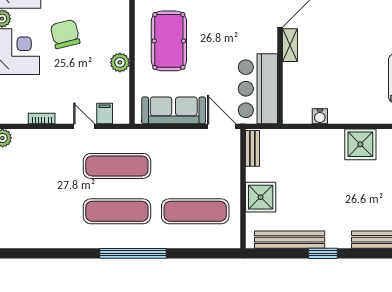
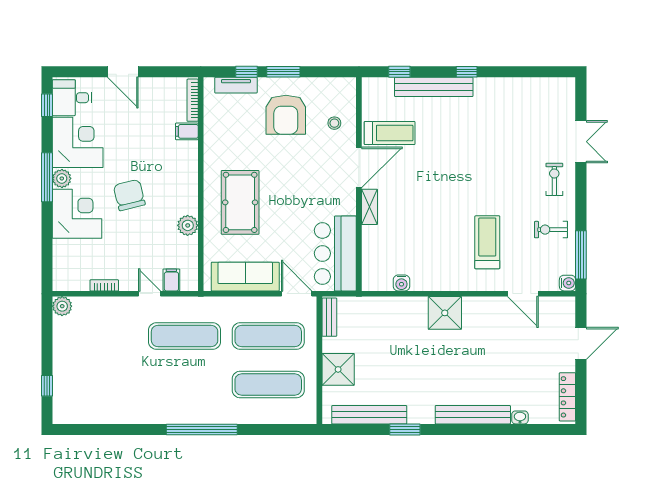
exercise mat: (117, 211) -> (268, 336), moved

